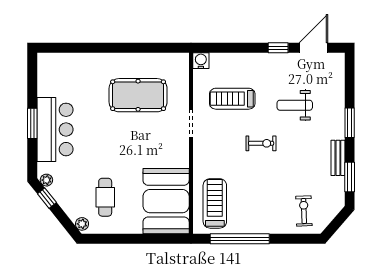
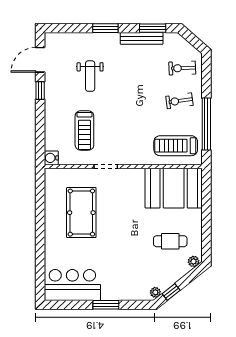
door: (313, 48) -> (40, 60), hinge flipped
bar counter: (55, 129) -> (72, 285), moved
exercise bike: (261, 143) -> (179, 101), moved, turned -98
bench: (338, 158) -> (142, 38), width x1.36

